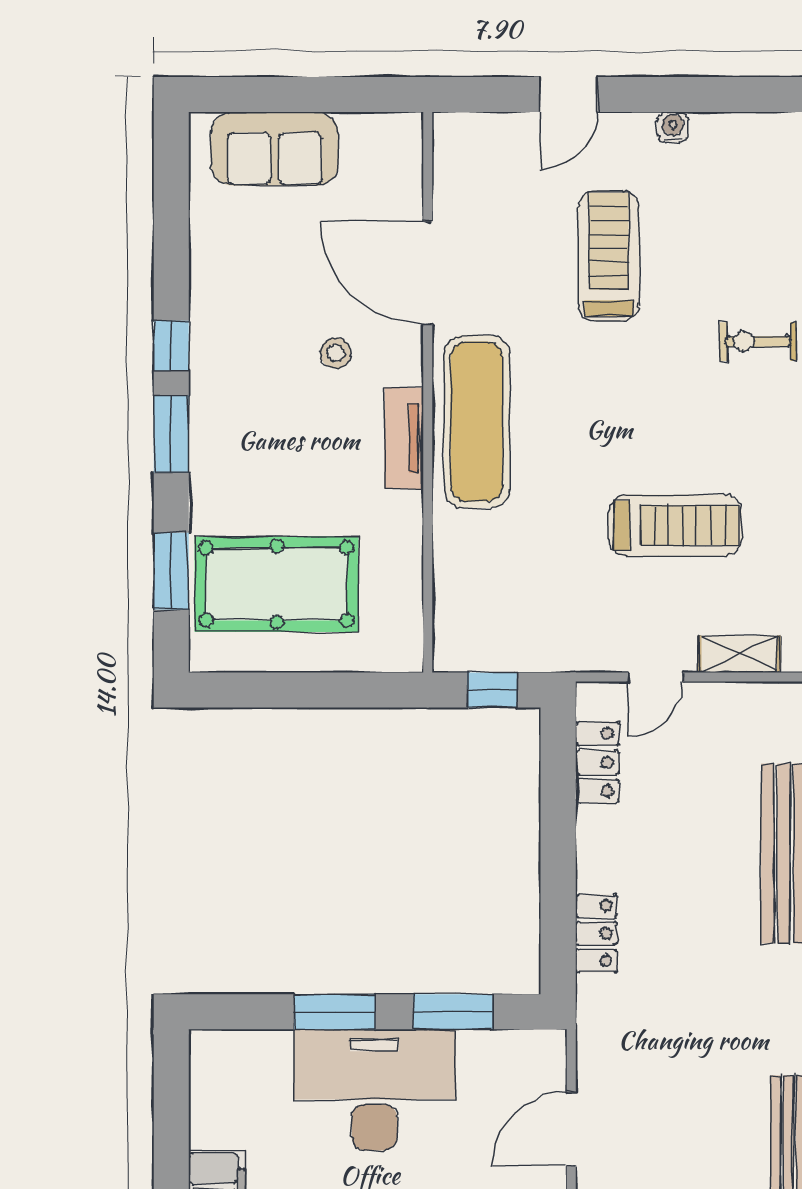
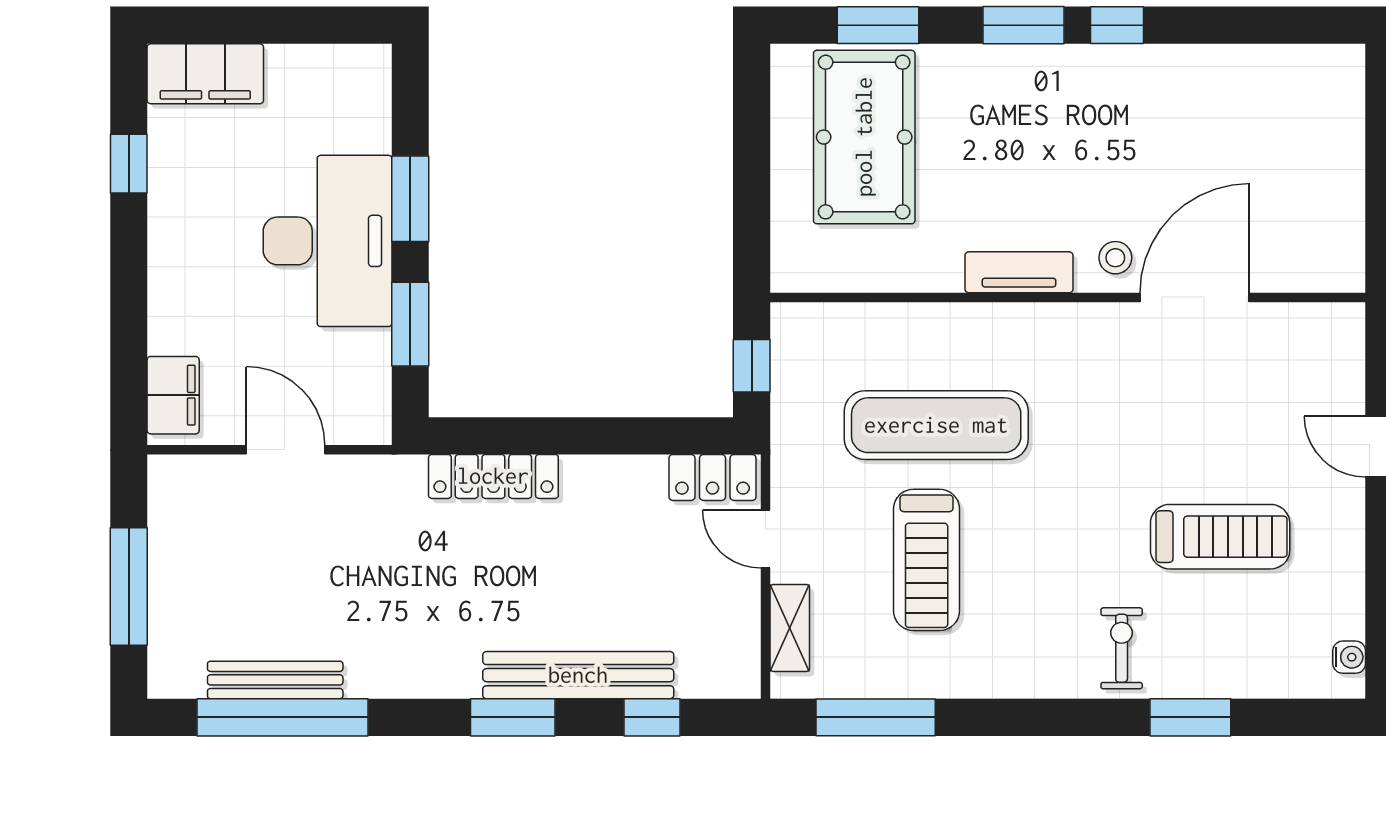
water cooler: (673, 127) -> (1349, 657), moved
sofa: (275, 149) -> (1326, 135), removed
treadmill: (609, 256) -> (1220, 537), moved
stool: (336, 353) -> (1115, 258), moved
exercise mat: (477, 421) -> (936, 425), moved
locker: (597, 762) -> (713, 477), moved
locker: (596, 933) -> (493, 476), width x1.53

